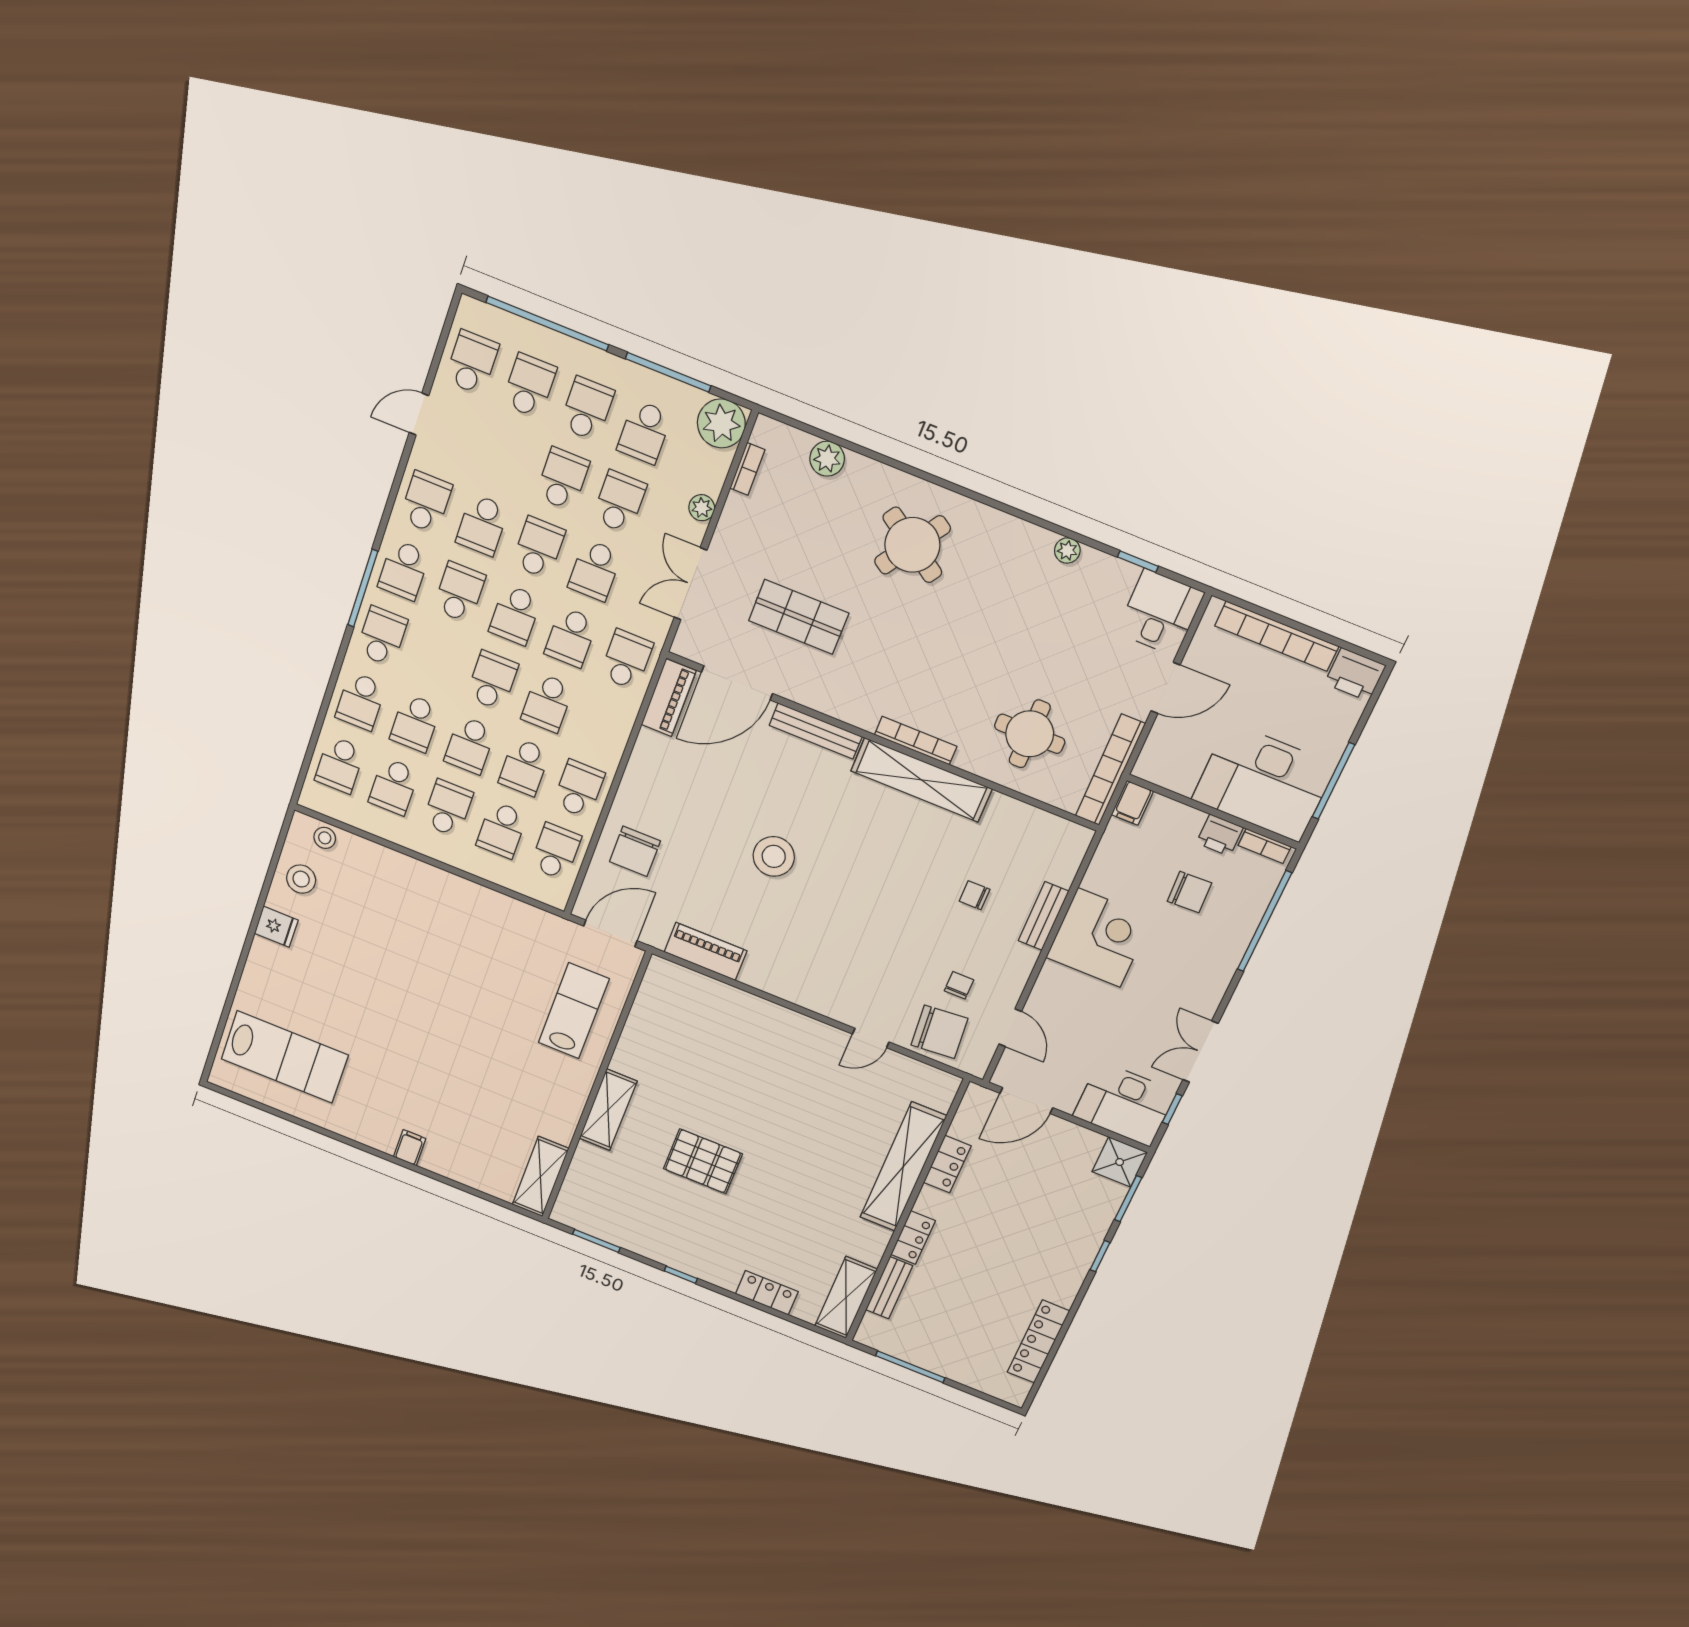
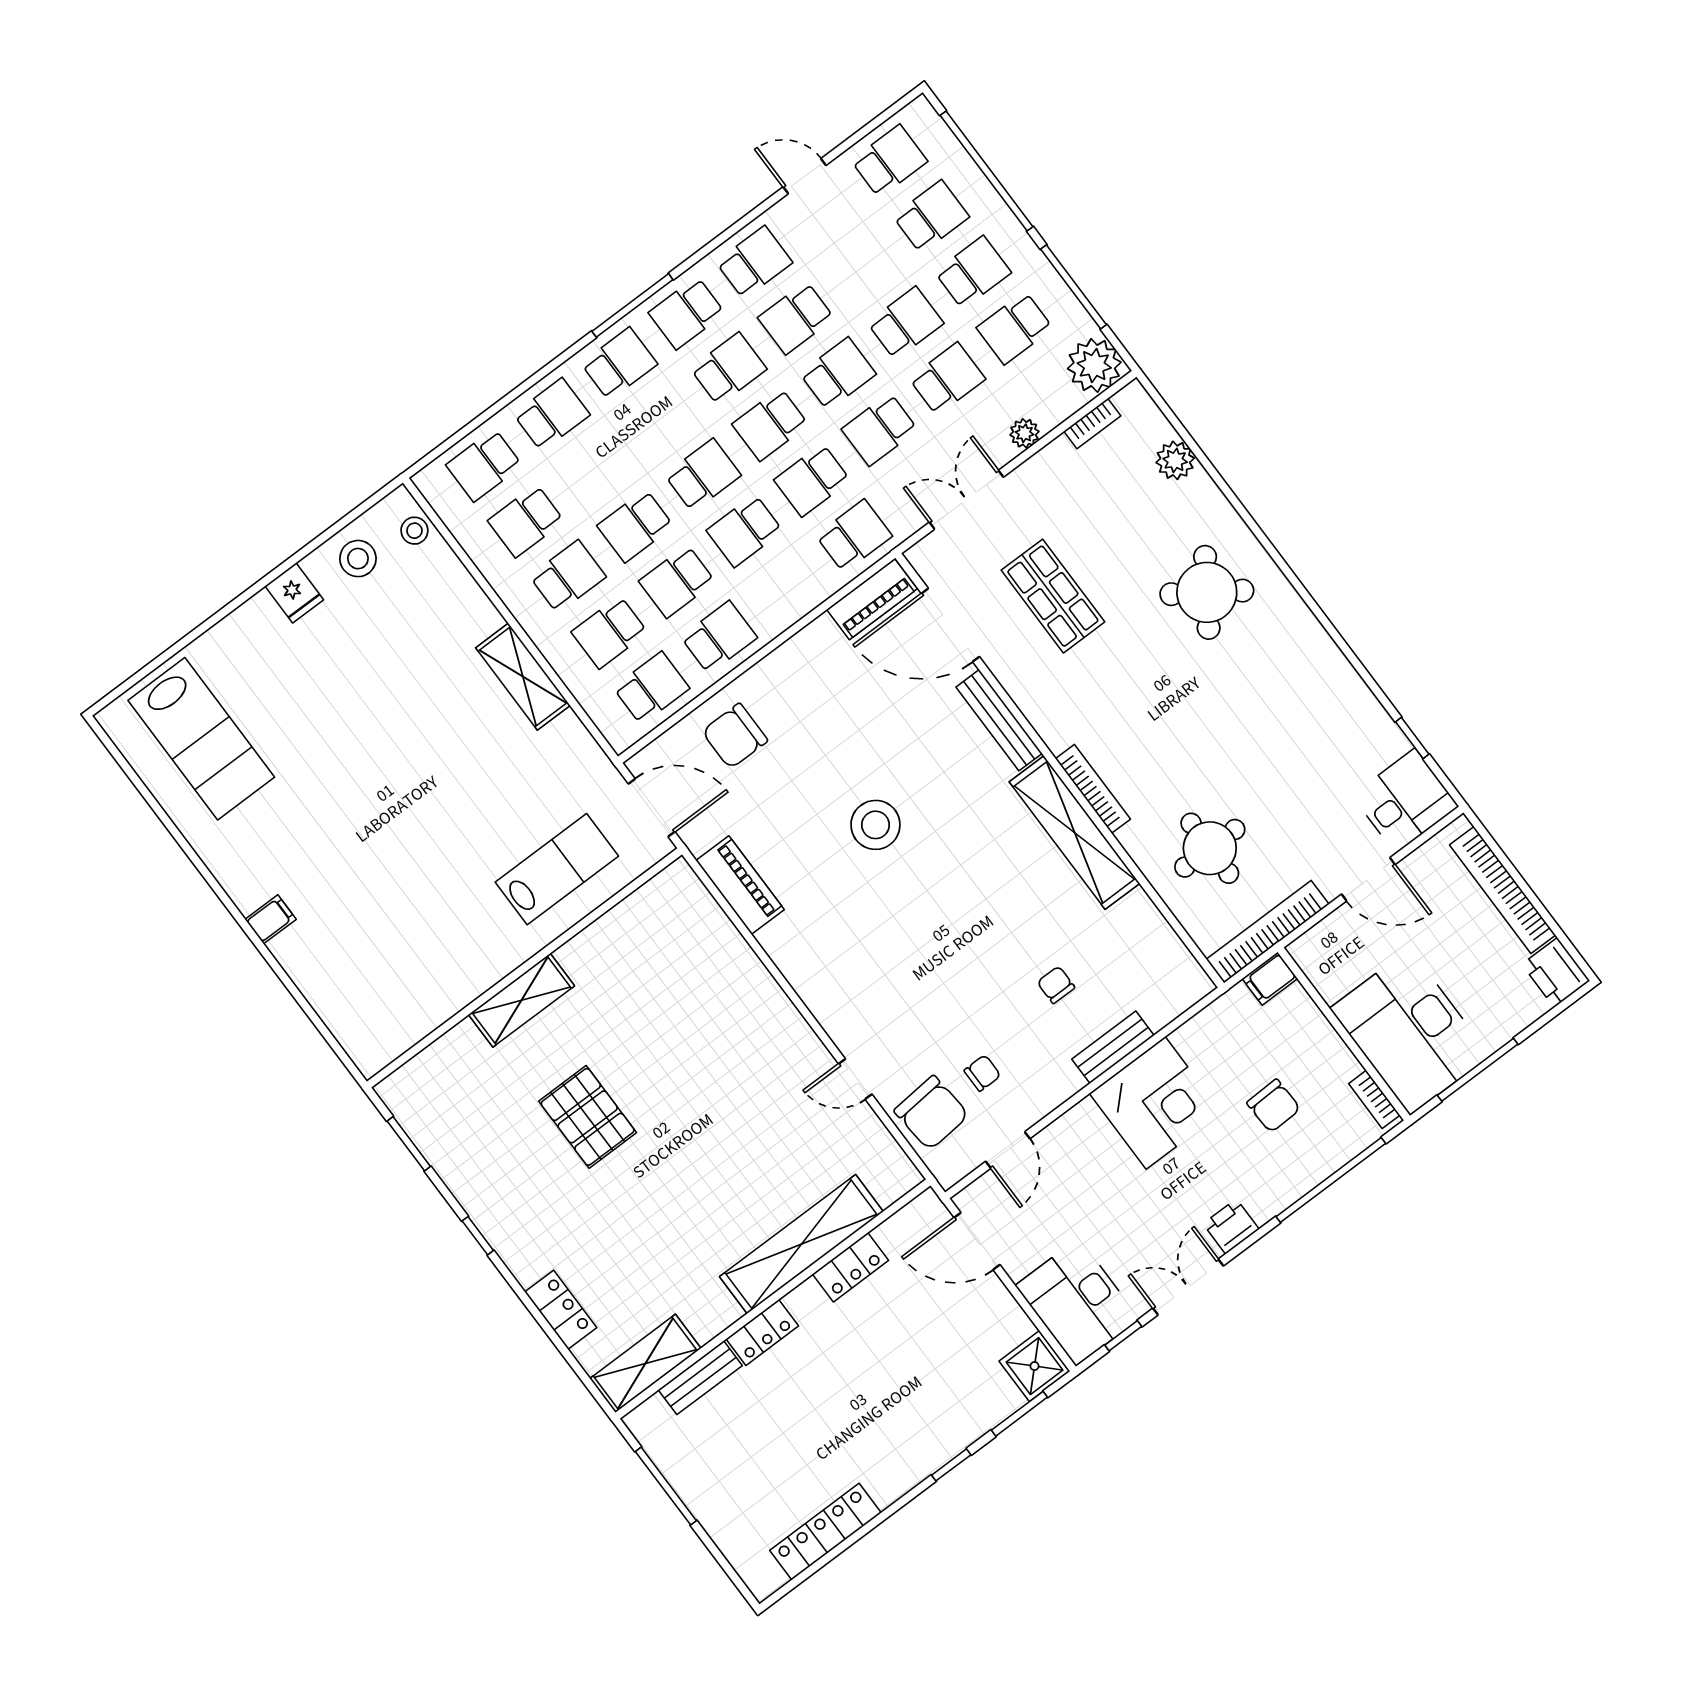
plant: (1067, 550) -> (1352, 687), removed
school desk: (361, 701) -> (552, 414), turned 180
school desk: (415, 723) -> (593, 470), removed
printer: (1220, 835) -> (1231, 1226), moved, turned 90
shelving: (540, 1177) -> (523, 677), moved, turned 90

